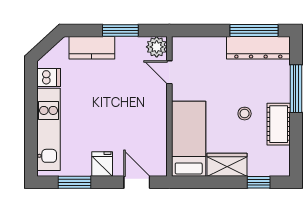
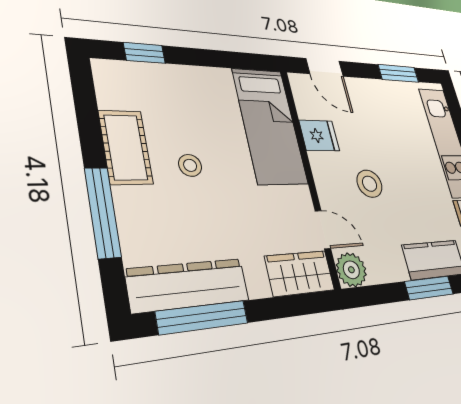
window: (120, 31) -> (429, 288), moved
stool: (126, 100) -> (369, 184), added
fridge: (102, 164) -> (319, 136), moved, turned -90
wardrobe: (227, 165) -> (300, 273), moved, turned 180

